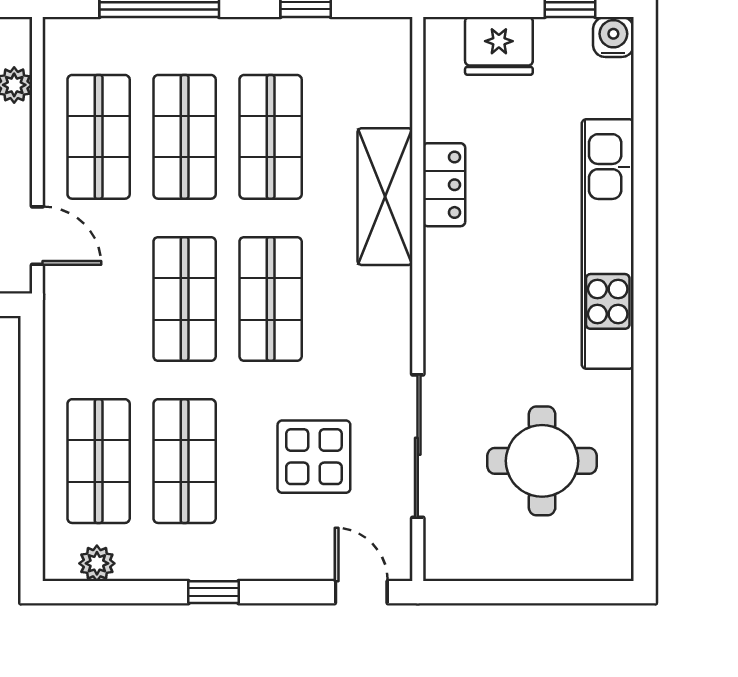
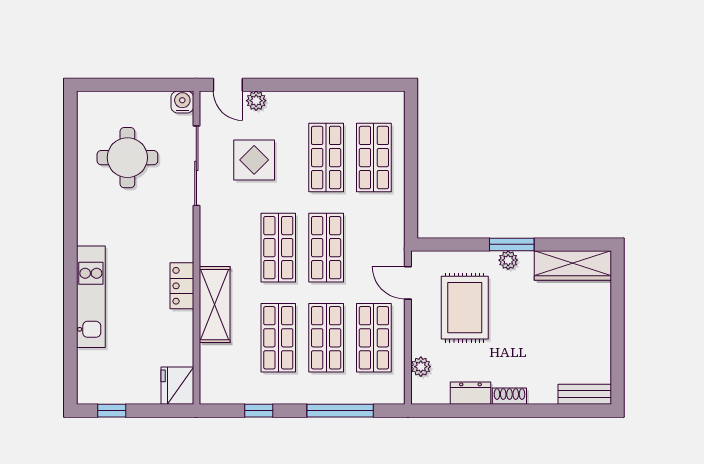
water cooler: (613, 37) -> (182, 102), moved, turned 180
fridge: (499, 46) -> (177, 386), moved, turned -90
locker: (444, 185) -> (182, 286), moved
kitchen unit: (608, 244) -> (91, 297), width x0.73
plant: (97, 563) -> (256, 101), moved
window: (213, 592) -> (310, 85), removed

